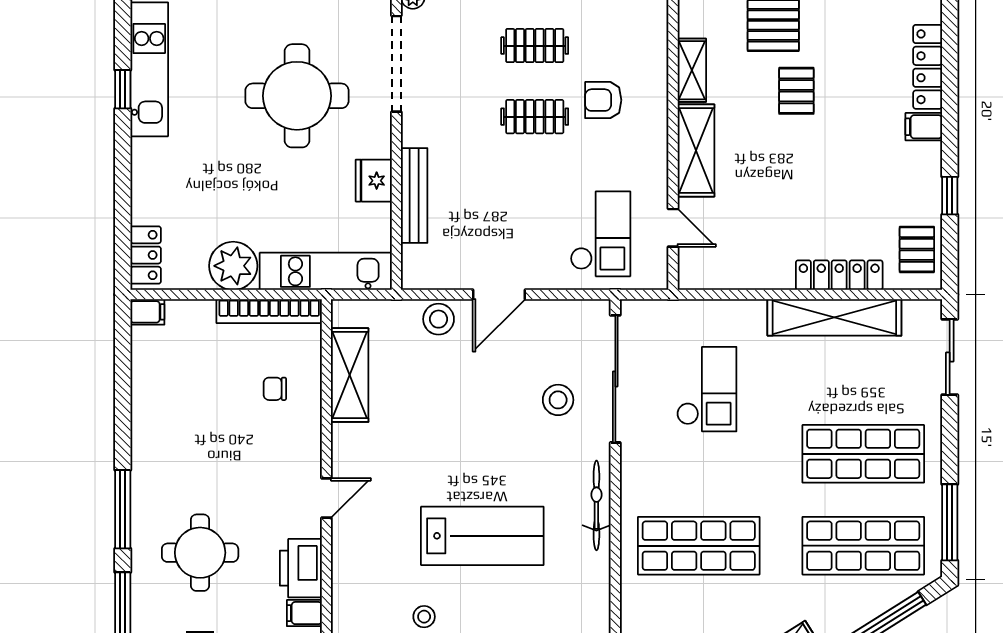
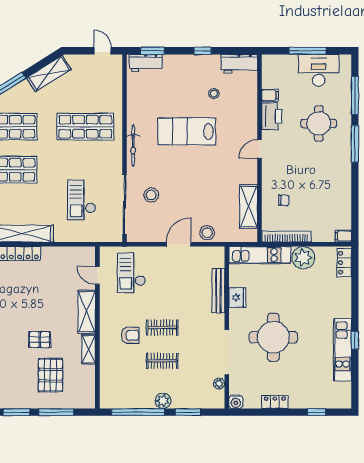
pallet: (796, 91) -> (40, 340), turned 90

